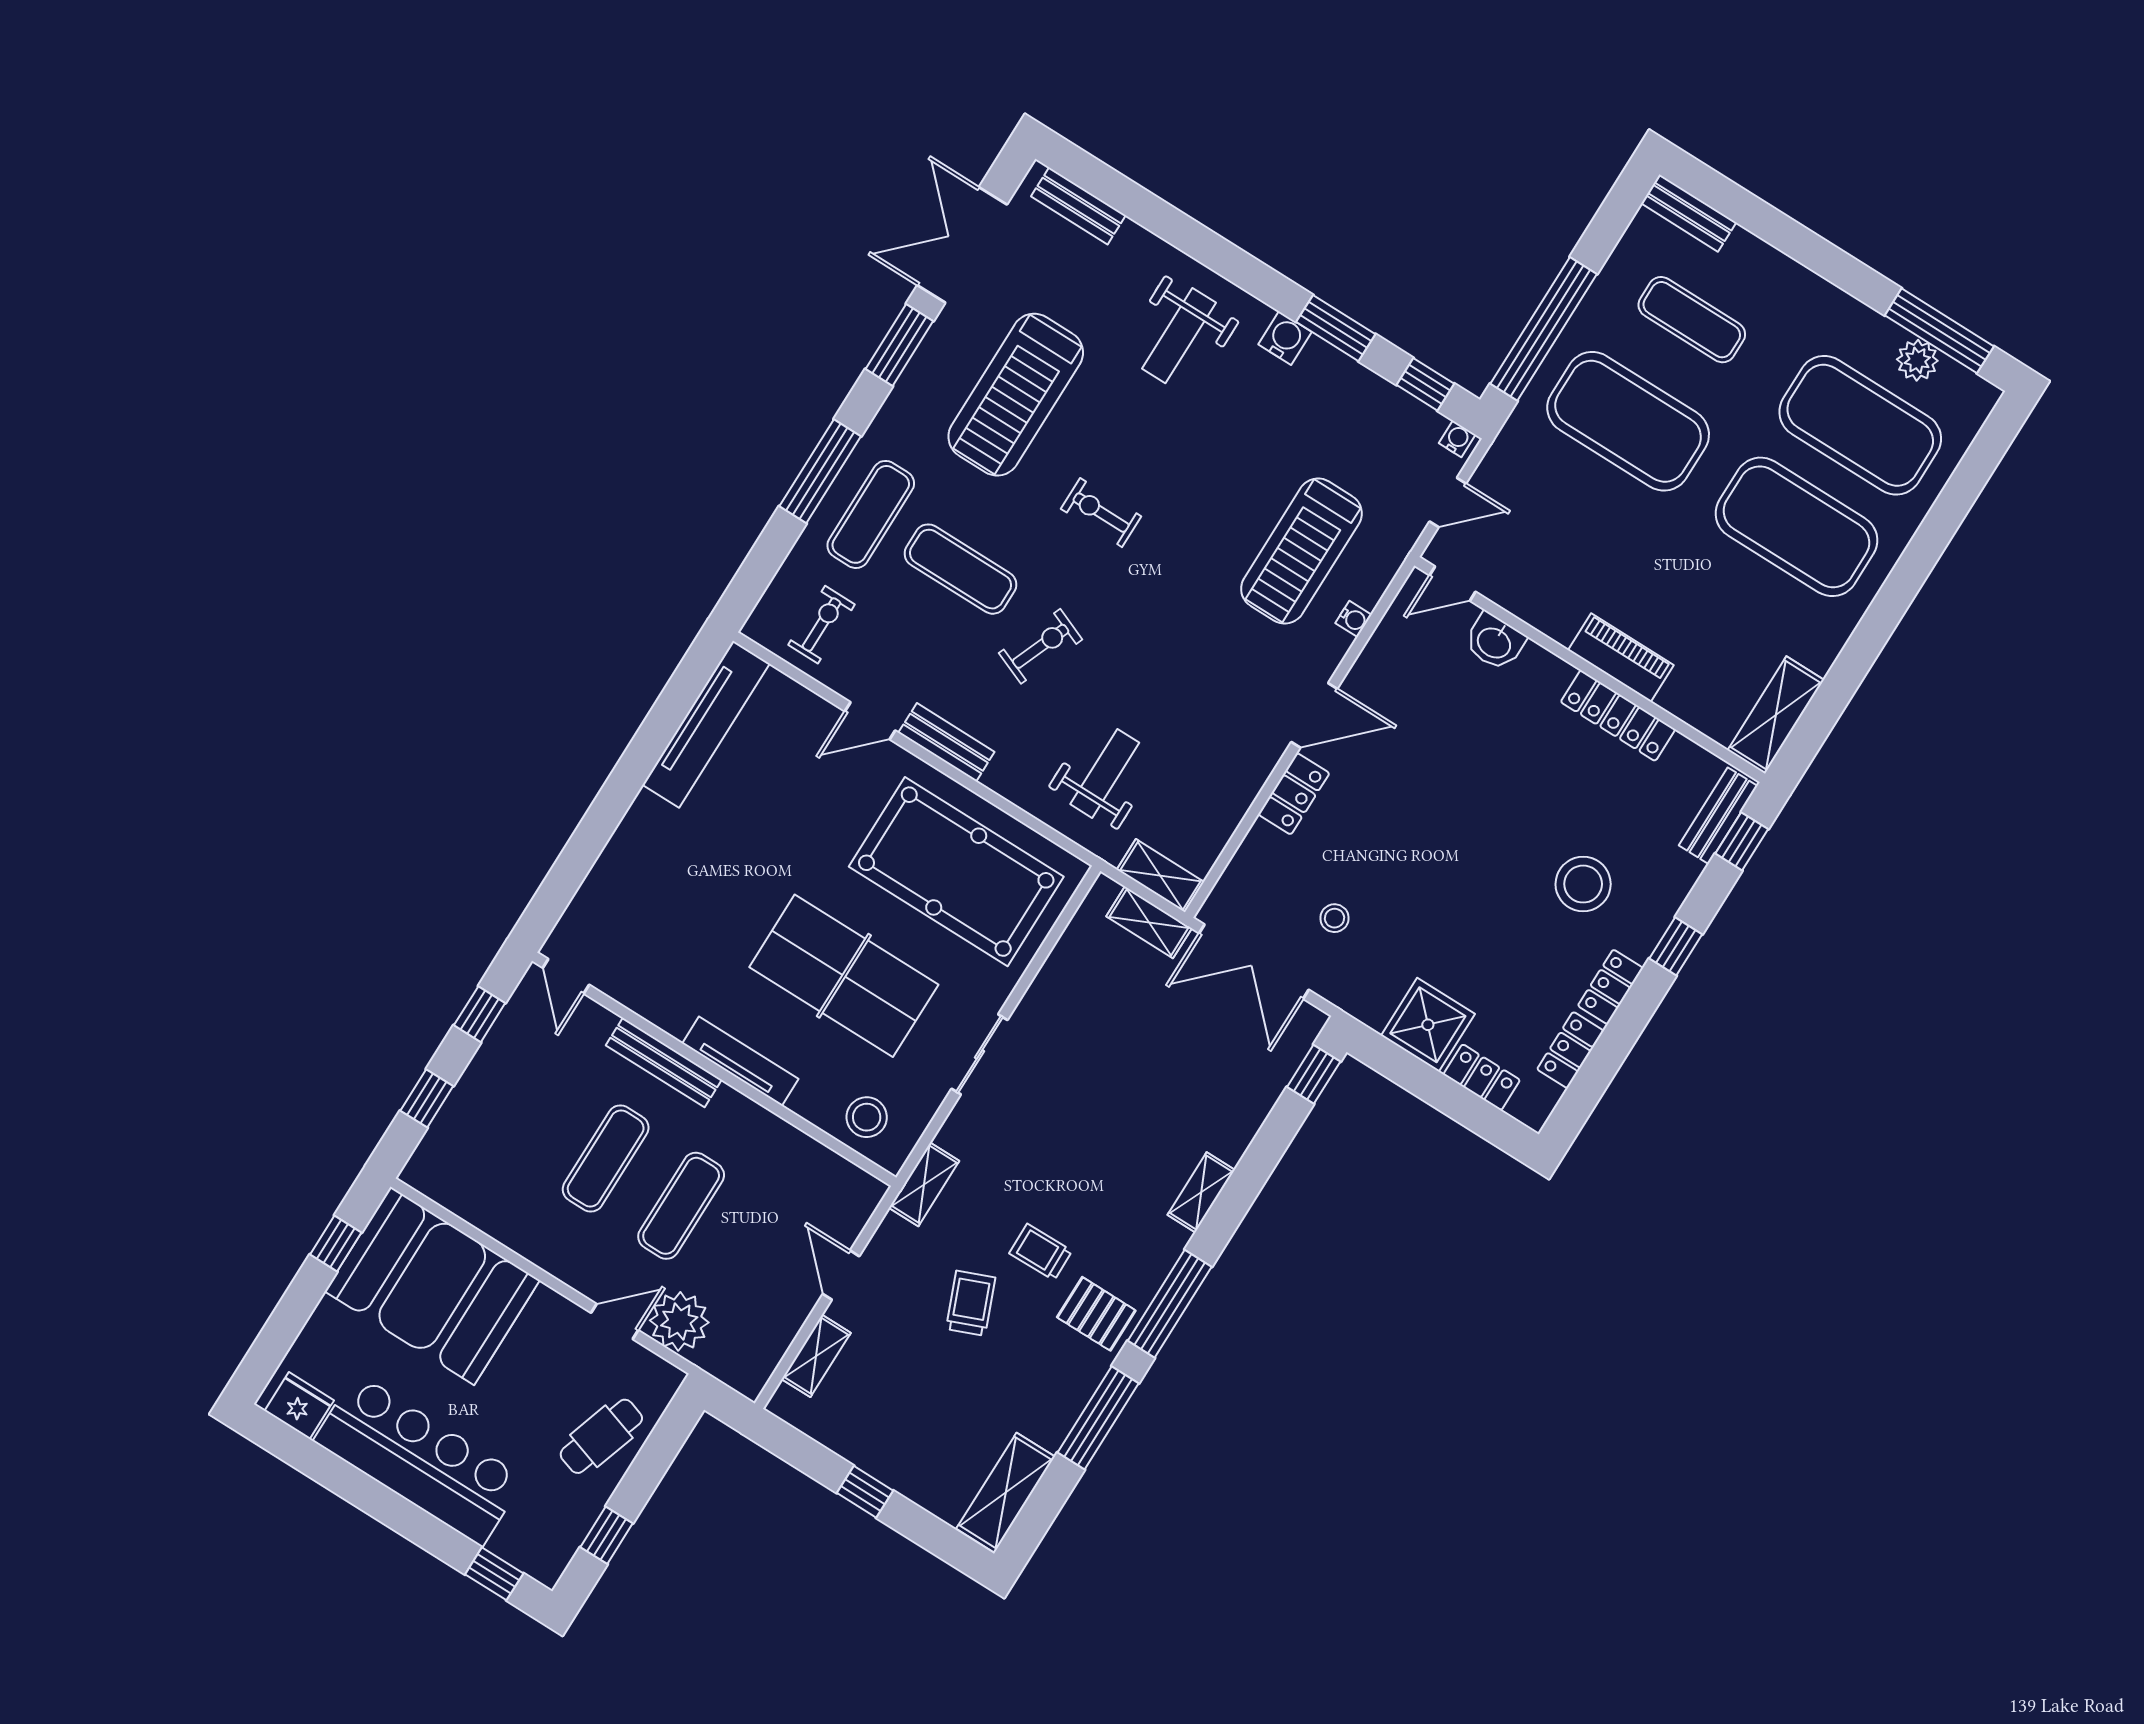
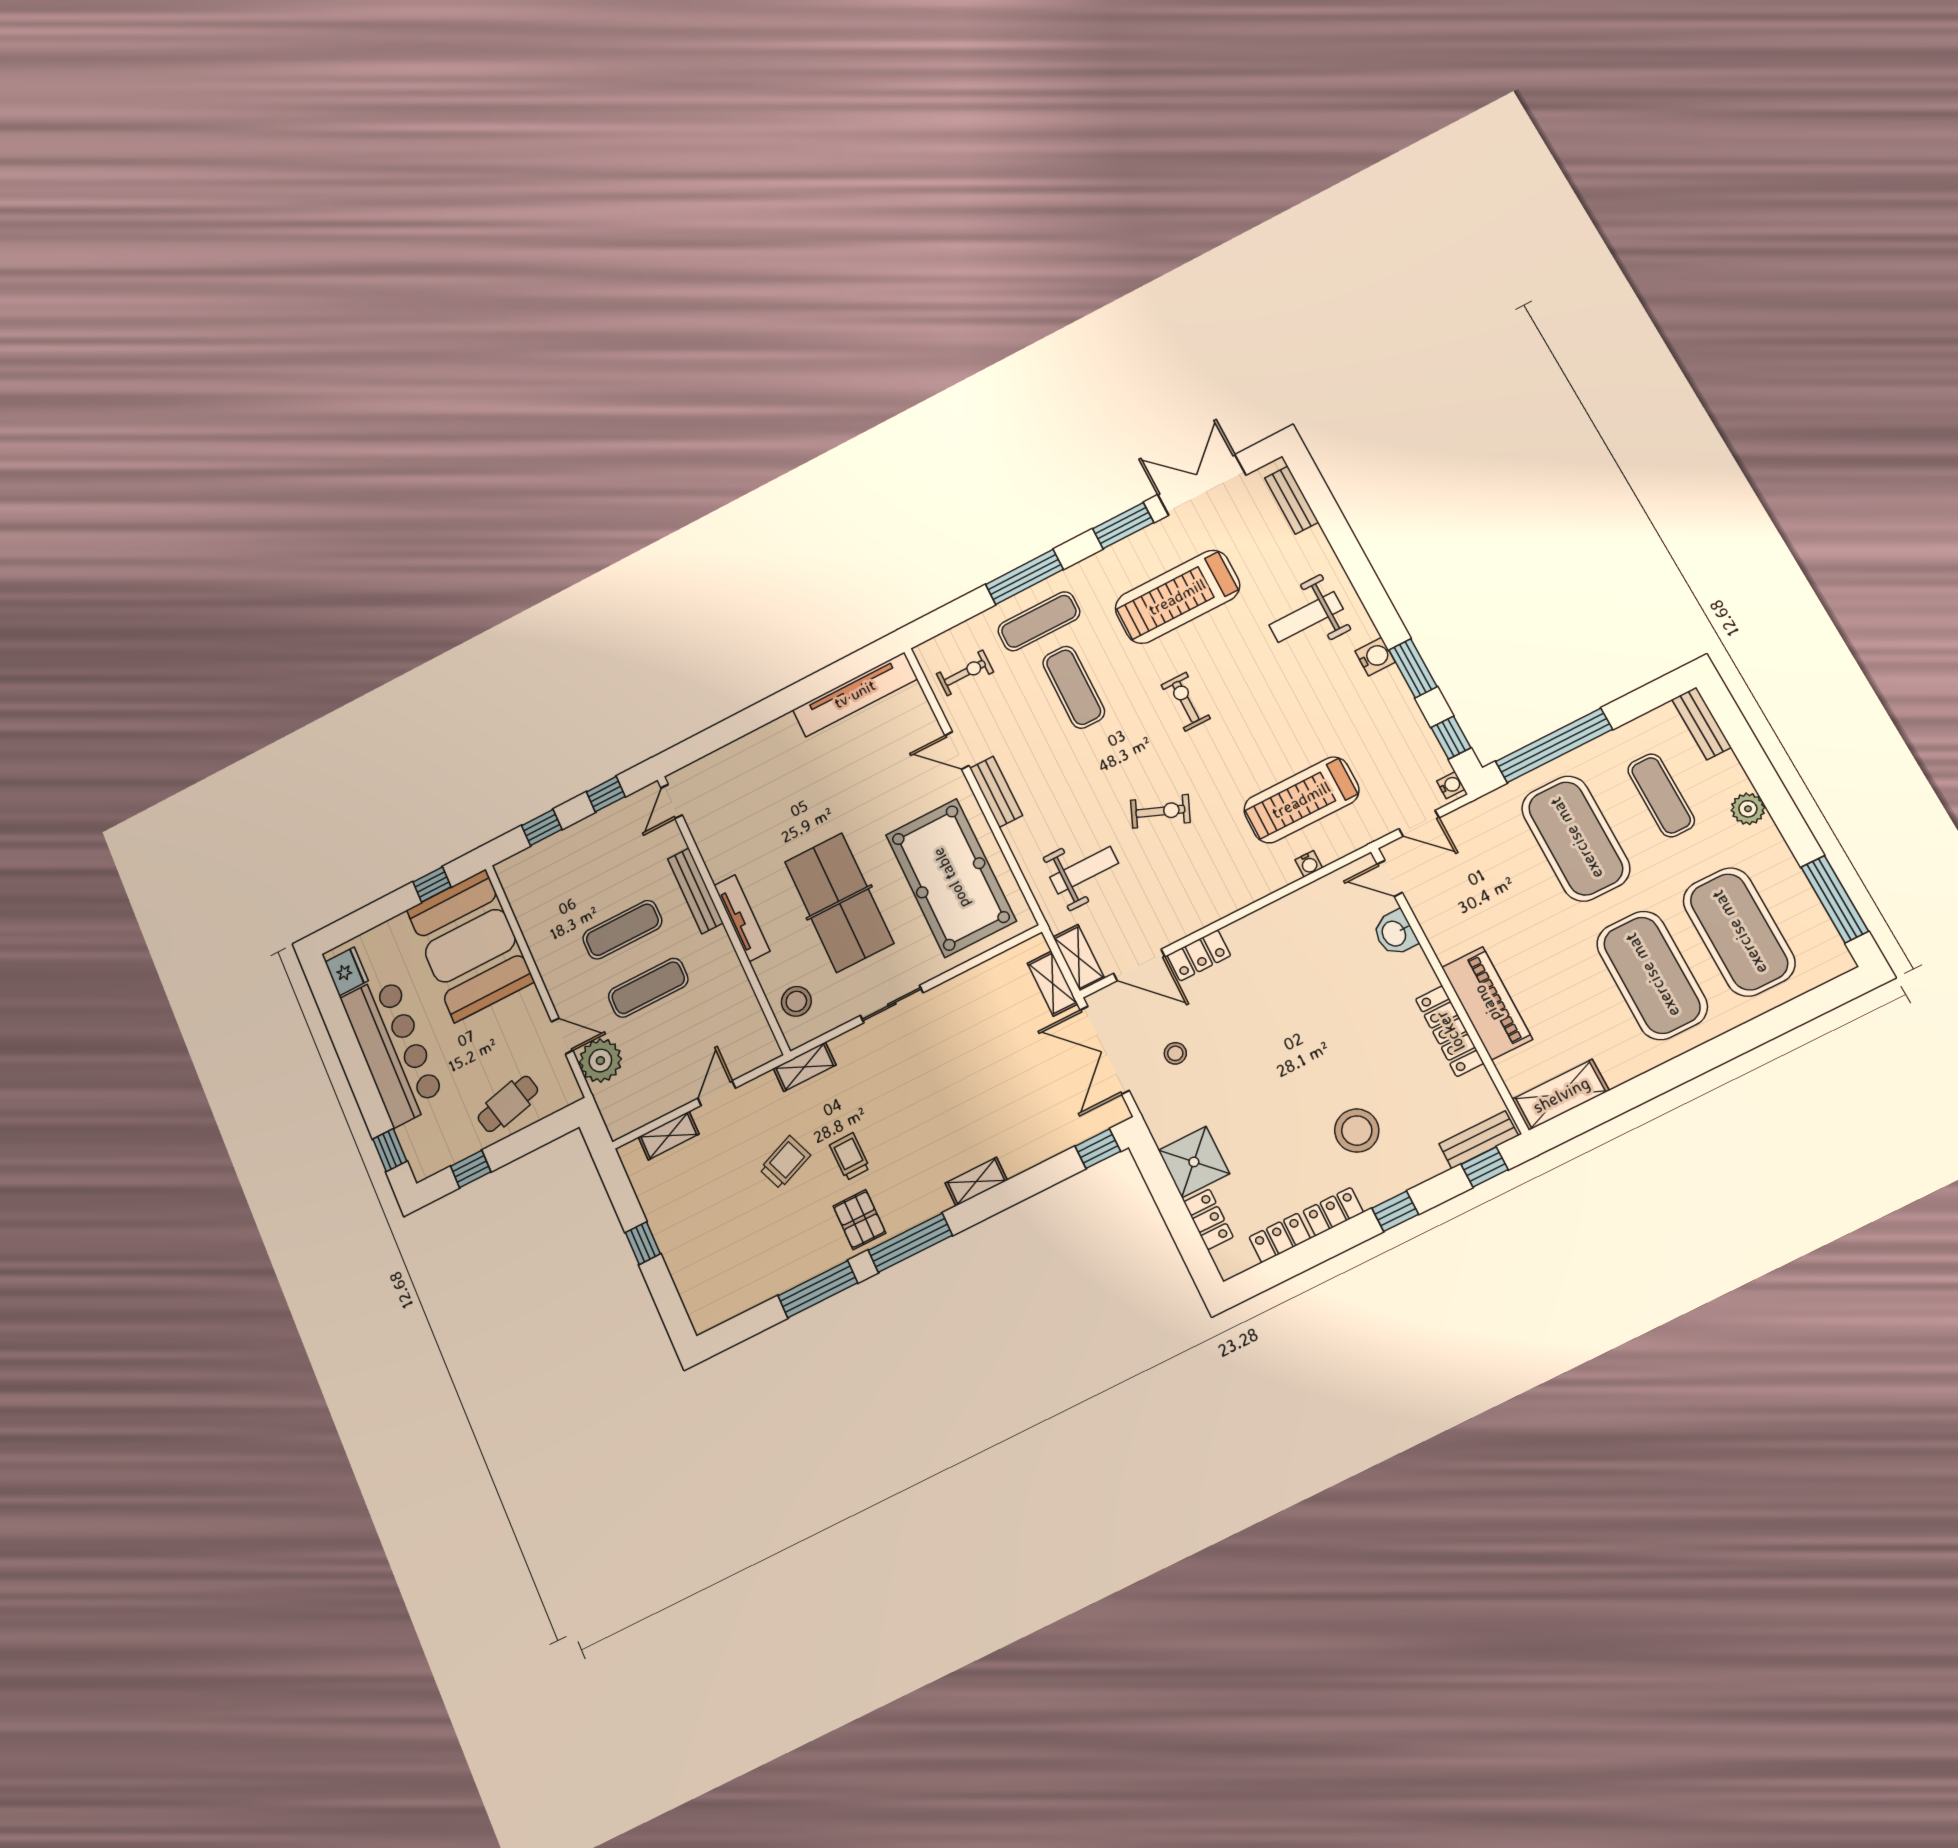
plant: (1917, 360) -> (1748, 809), moved
exercise bike: (1041, 646) -> (1160, 811), moved
piano: (1621, 658) -> (1487, 1003), width x1.37, depth x1.33
door: (1314, 715) -> (1139, 965), moved
cafe table: (601, 1436) -> (508, 1104), turned -32
shelving: (1006, 1493) -> (729, 1301), removed

